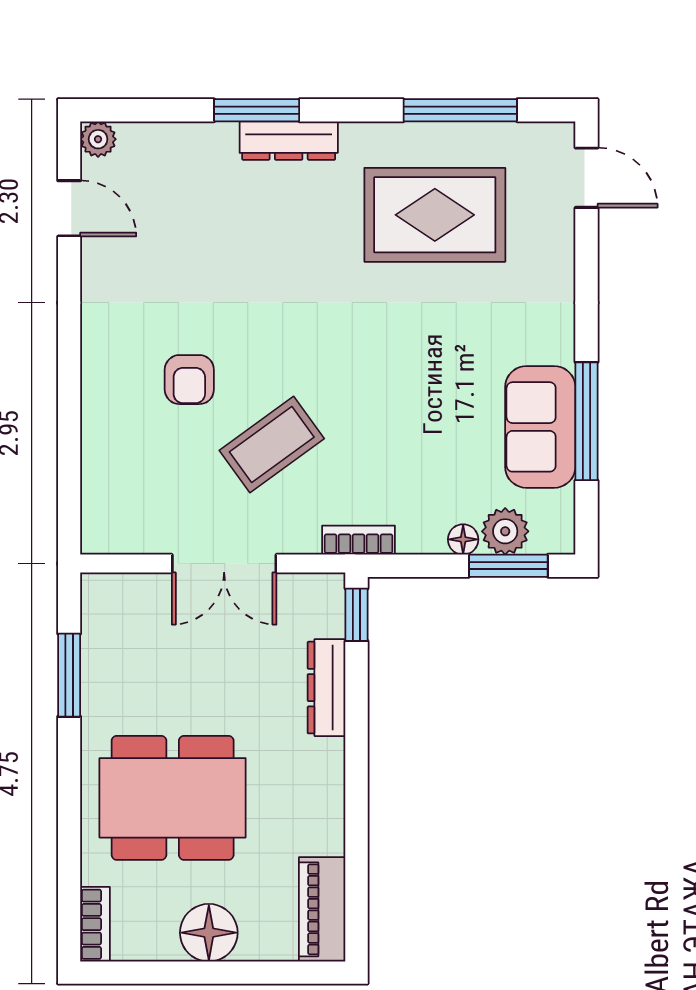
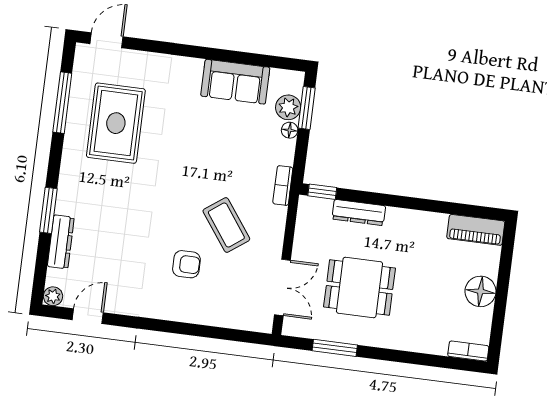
dresser: (289, 141) -> (61, 242), moved
window: (586, 421) -> (235, 57), removed
double door: (224, 564) -> (282, 287), moved
dining table: (173, 798) -> (359, 287), moved, width x0.73

